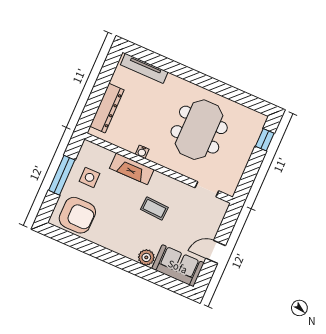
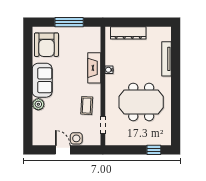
tv unit: (144, 68) -> (166, 59), moved
side table: (90, 177) -> (76, 138), moved
coffee table: (154, 208) -> (87, 106), moved
sofa: (178, 266) -> (42, 80), moved

